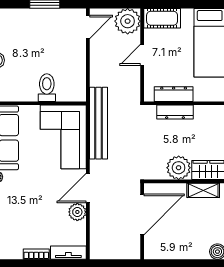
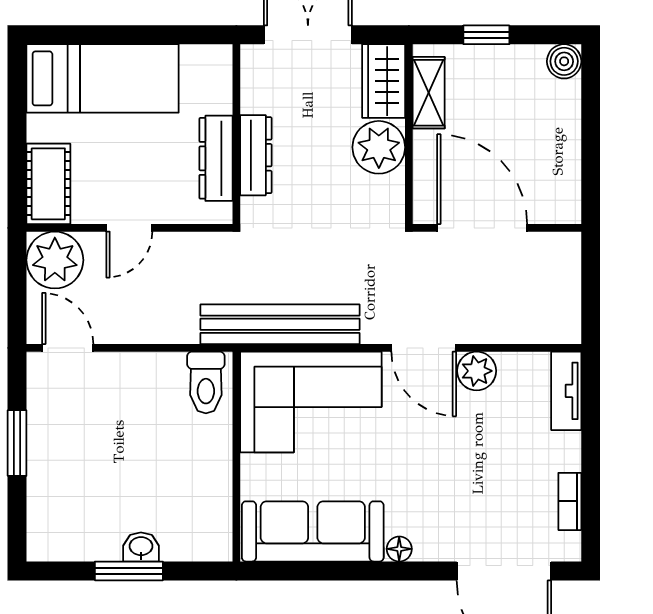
door: (142, 55) -> (129, 228), hinge flipped
toilet: (47, 88) -> (206, 382), moved, turned -90
bookcase: (36, 254) -> (570, 501), moved

